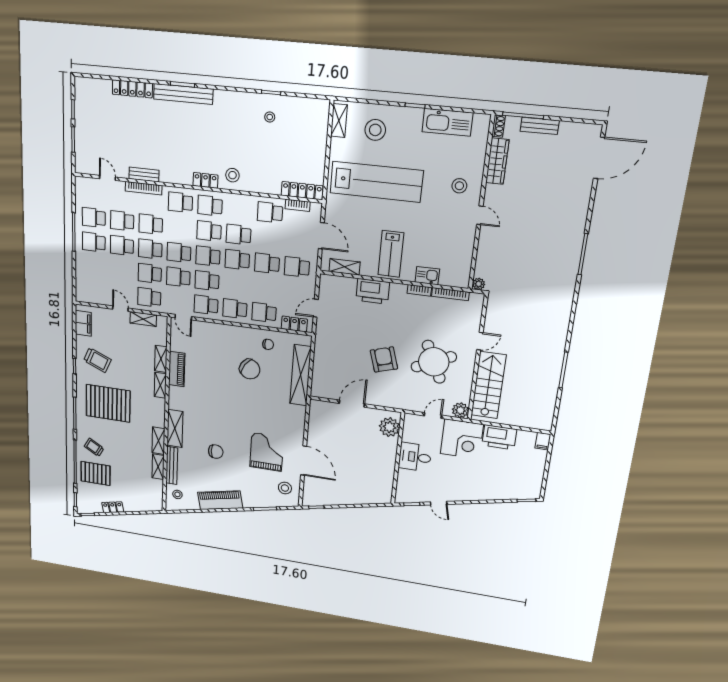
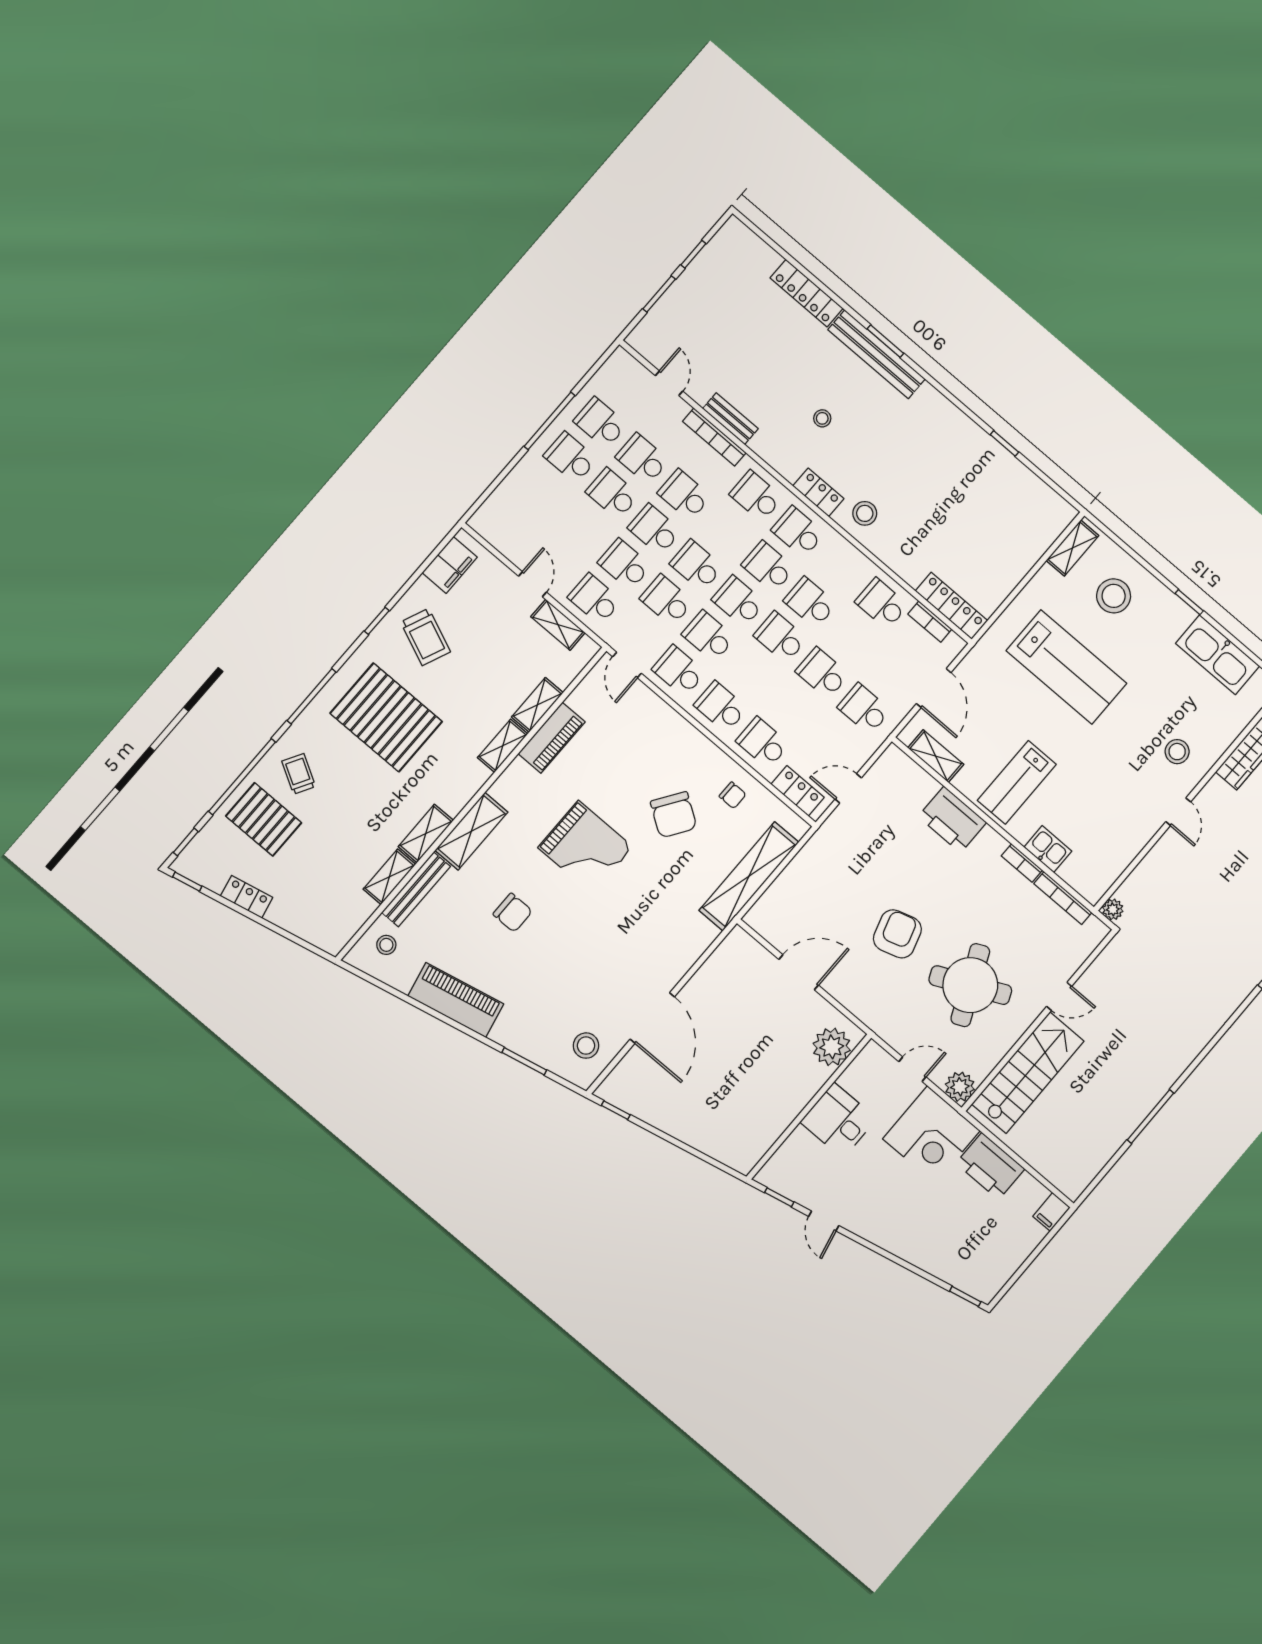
stool: (270, 117) -> (822, 418), moved
lab bench: (376, 182) -> (1066, 667), width x0.73
grand piano: (267, 452) -> (585, 847), moved, turned 90

